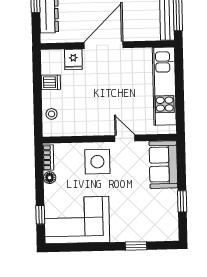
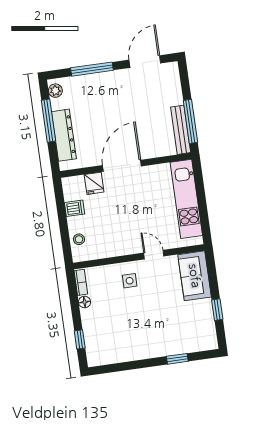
side table: (97, 162) -> (130, 281), width x0.54, depth x0.54
corner sofa: (77, 220) -> (116, 340), removed

